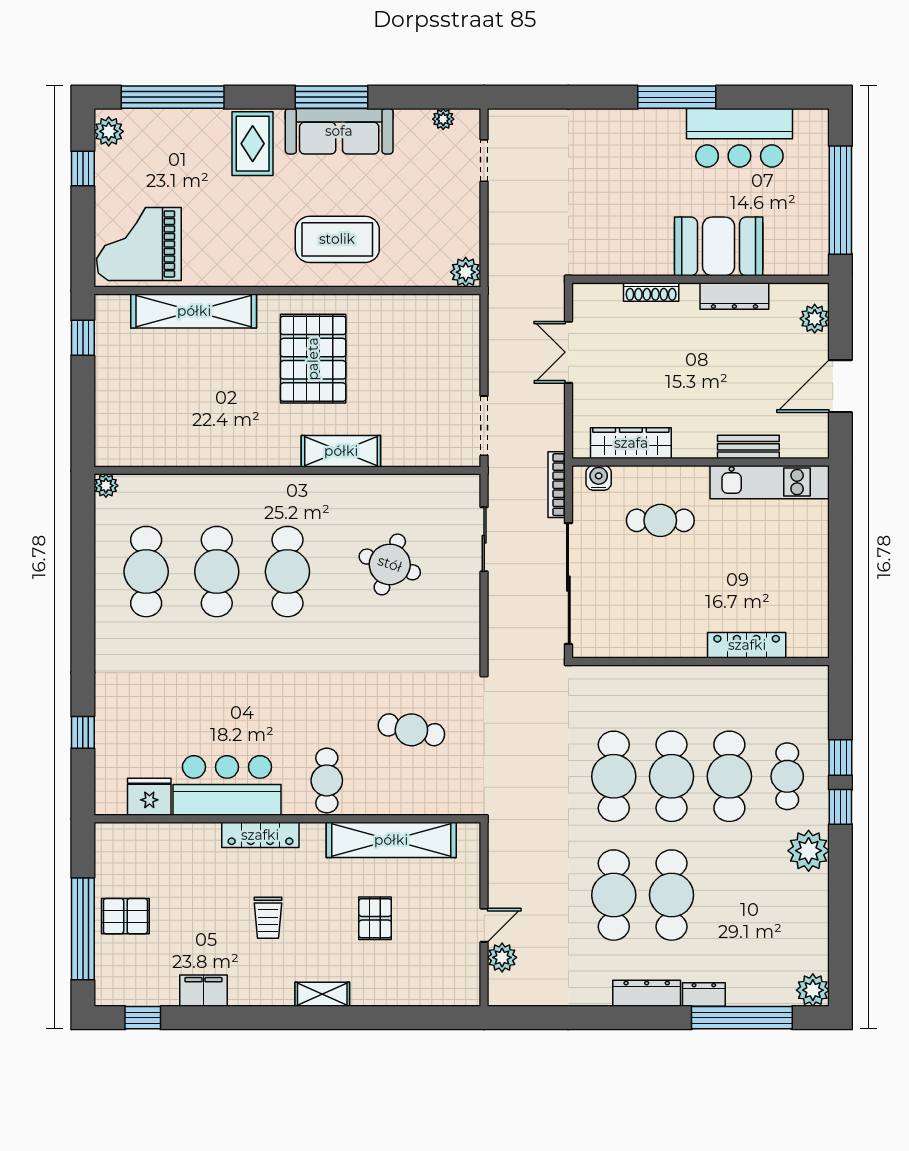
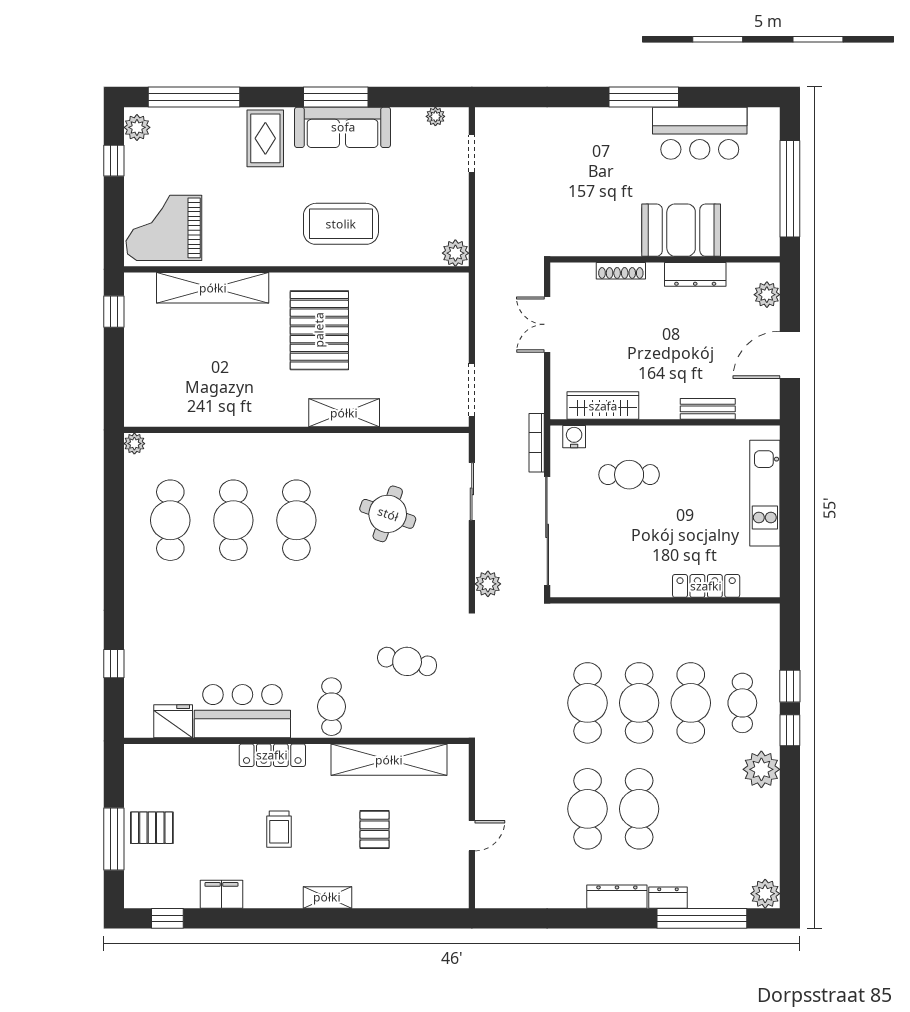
kitchen unit: (770, 482) -> (765, 493), moved, turned 90
window: (83, 929) -> (114, 839), width x0.68
plant: (502, 957) -> (488, 584), moved

